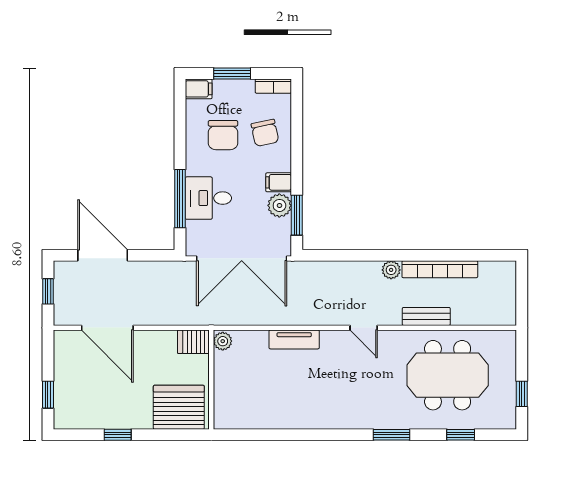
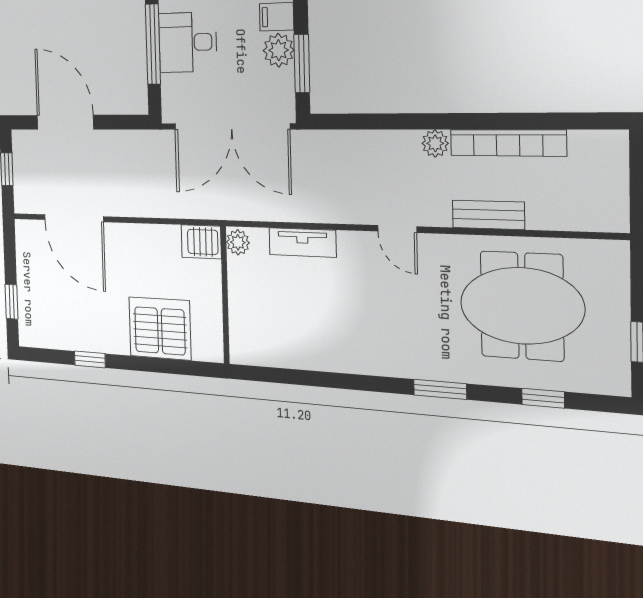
plant: (223, 341) -> (238, 242), moved
server rack: (193, 342) -> (201, 242), moved
wall: (211, 380) -> (225, 295), moved

